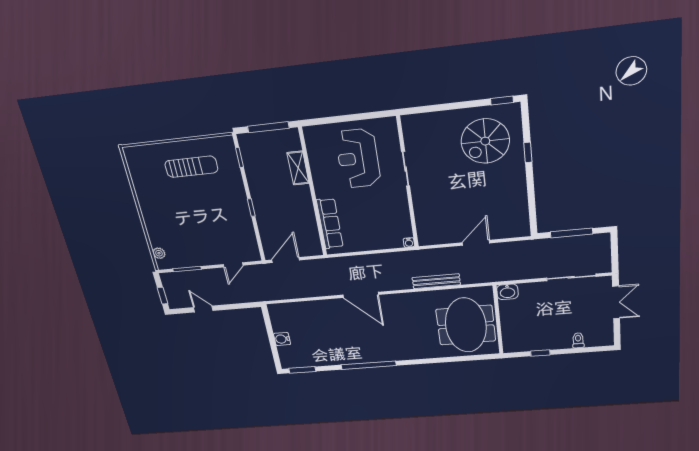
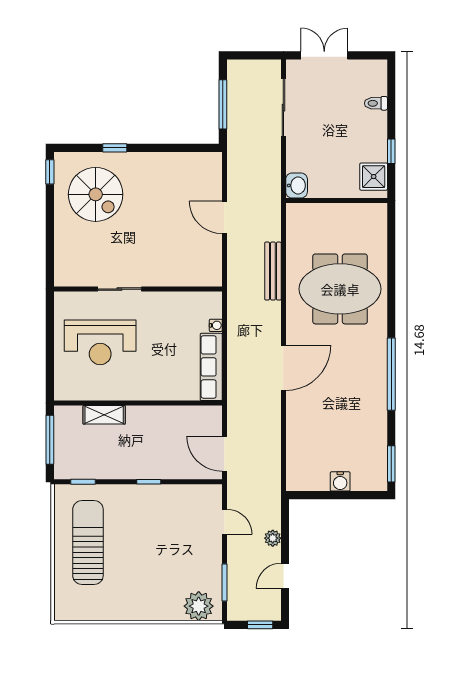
sun lounger: (191, 167) -> (88, 542), width x1.36, depth x1.34
row of seats: (330, 224) -> (211, 367), moved, turned -90
water cooler: (409, 242) -> (216, 325), moved
plant: (159, 253) -> (199, 606), width x1.88, depth x1.88
plant: (229, 299) -> (273, 538), added
meeting table: (466, 325) -> (340, 289), moved
shower: (519, 343) -> (374, 177), added

